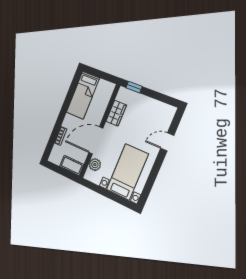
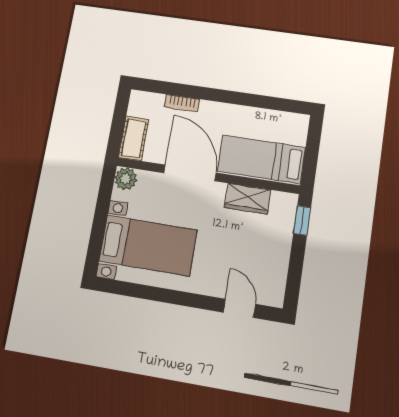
bed: (83, 95) -> (261, 159), moved
door: (167, 142) -> (239, 308), moved
plant: (95, 165) -> (126, 179), moved

